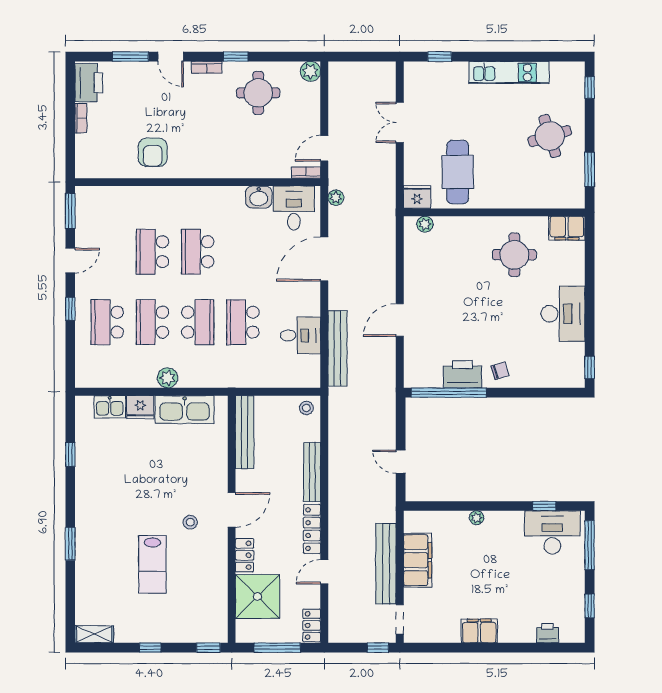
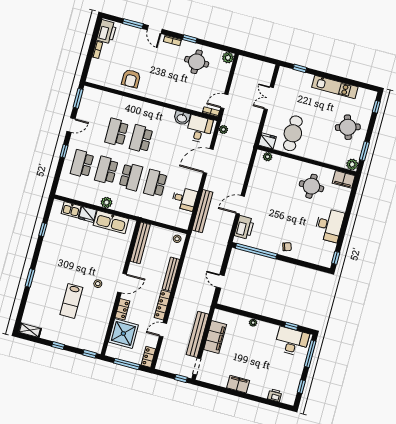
plant: (575, 198) -> (352, 164), added
printer: (462, 374) -> (244, 227), moved, turned 90

